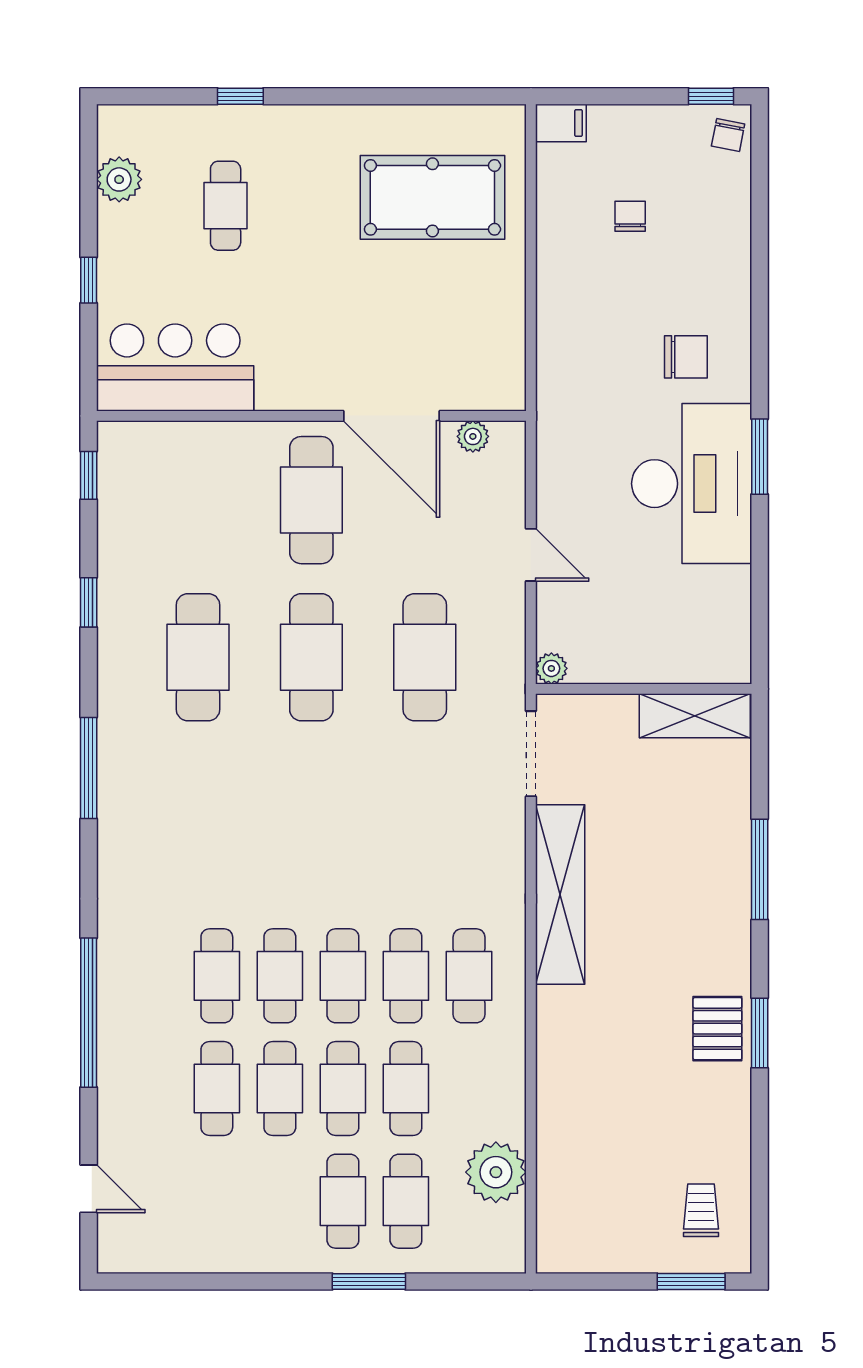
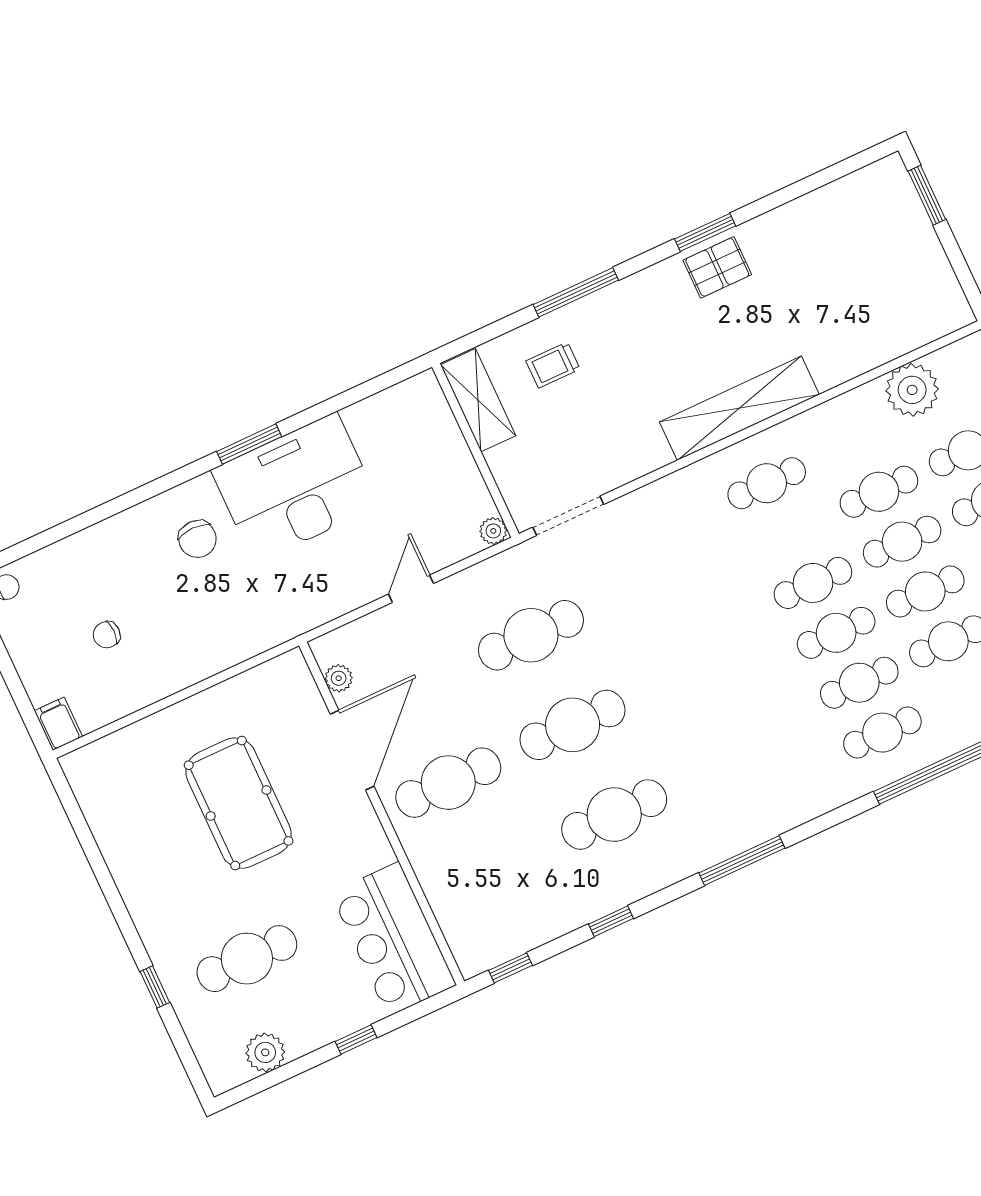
pool table: (432, 197) -> (239, 803), moved
cafe table: (226, 206) -> (247, 959), width x1.37, depth x1.35
chair: (686, 357) -> (197, 539), turned 180
shelving: (560, 894) -> (739, 408), moved
cafe table: (406, 976) -> (882, 733), moved
trolley: (701, 1210) -> (553, 365), moved

